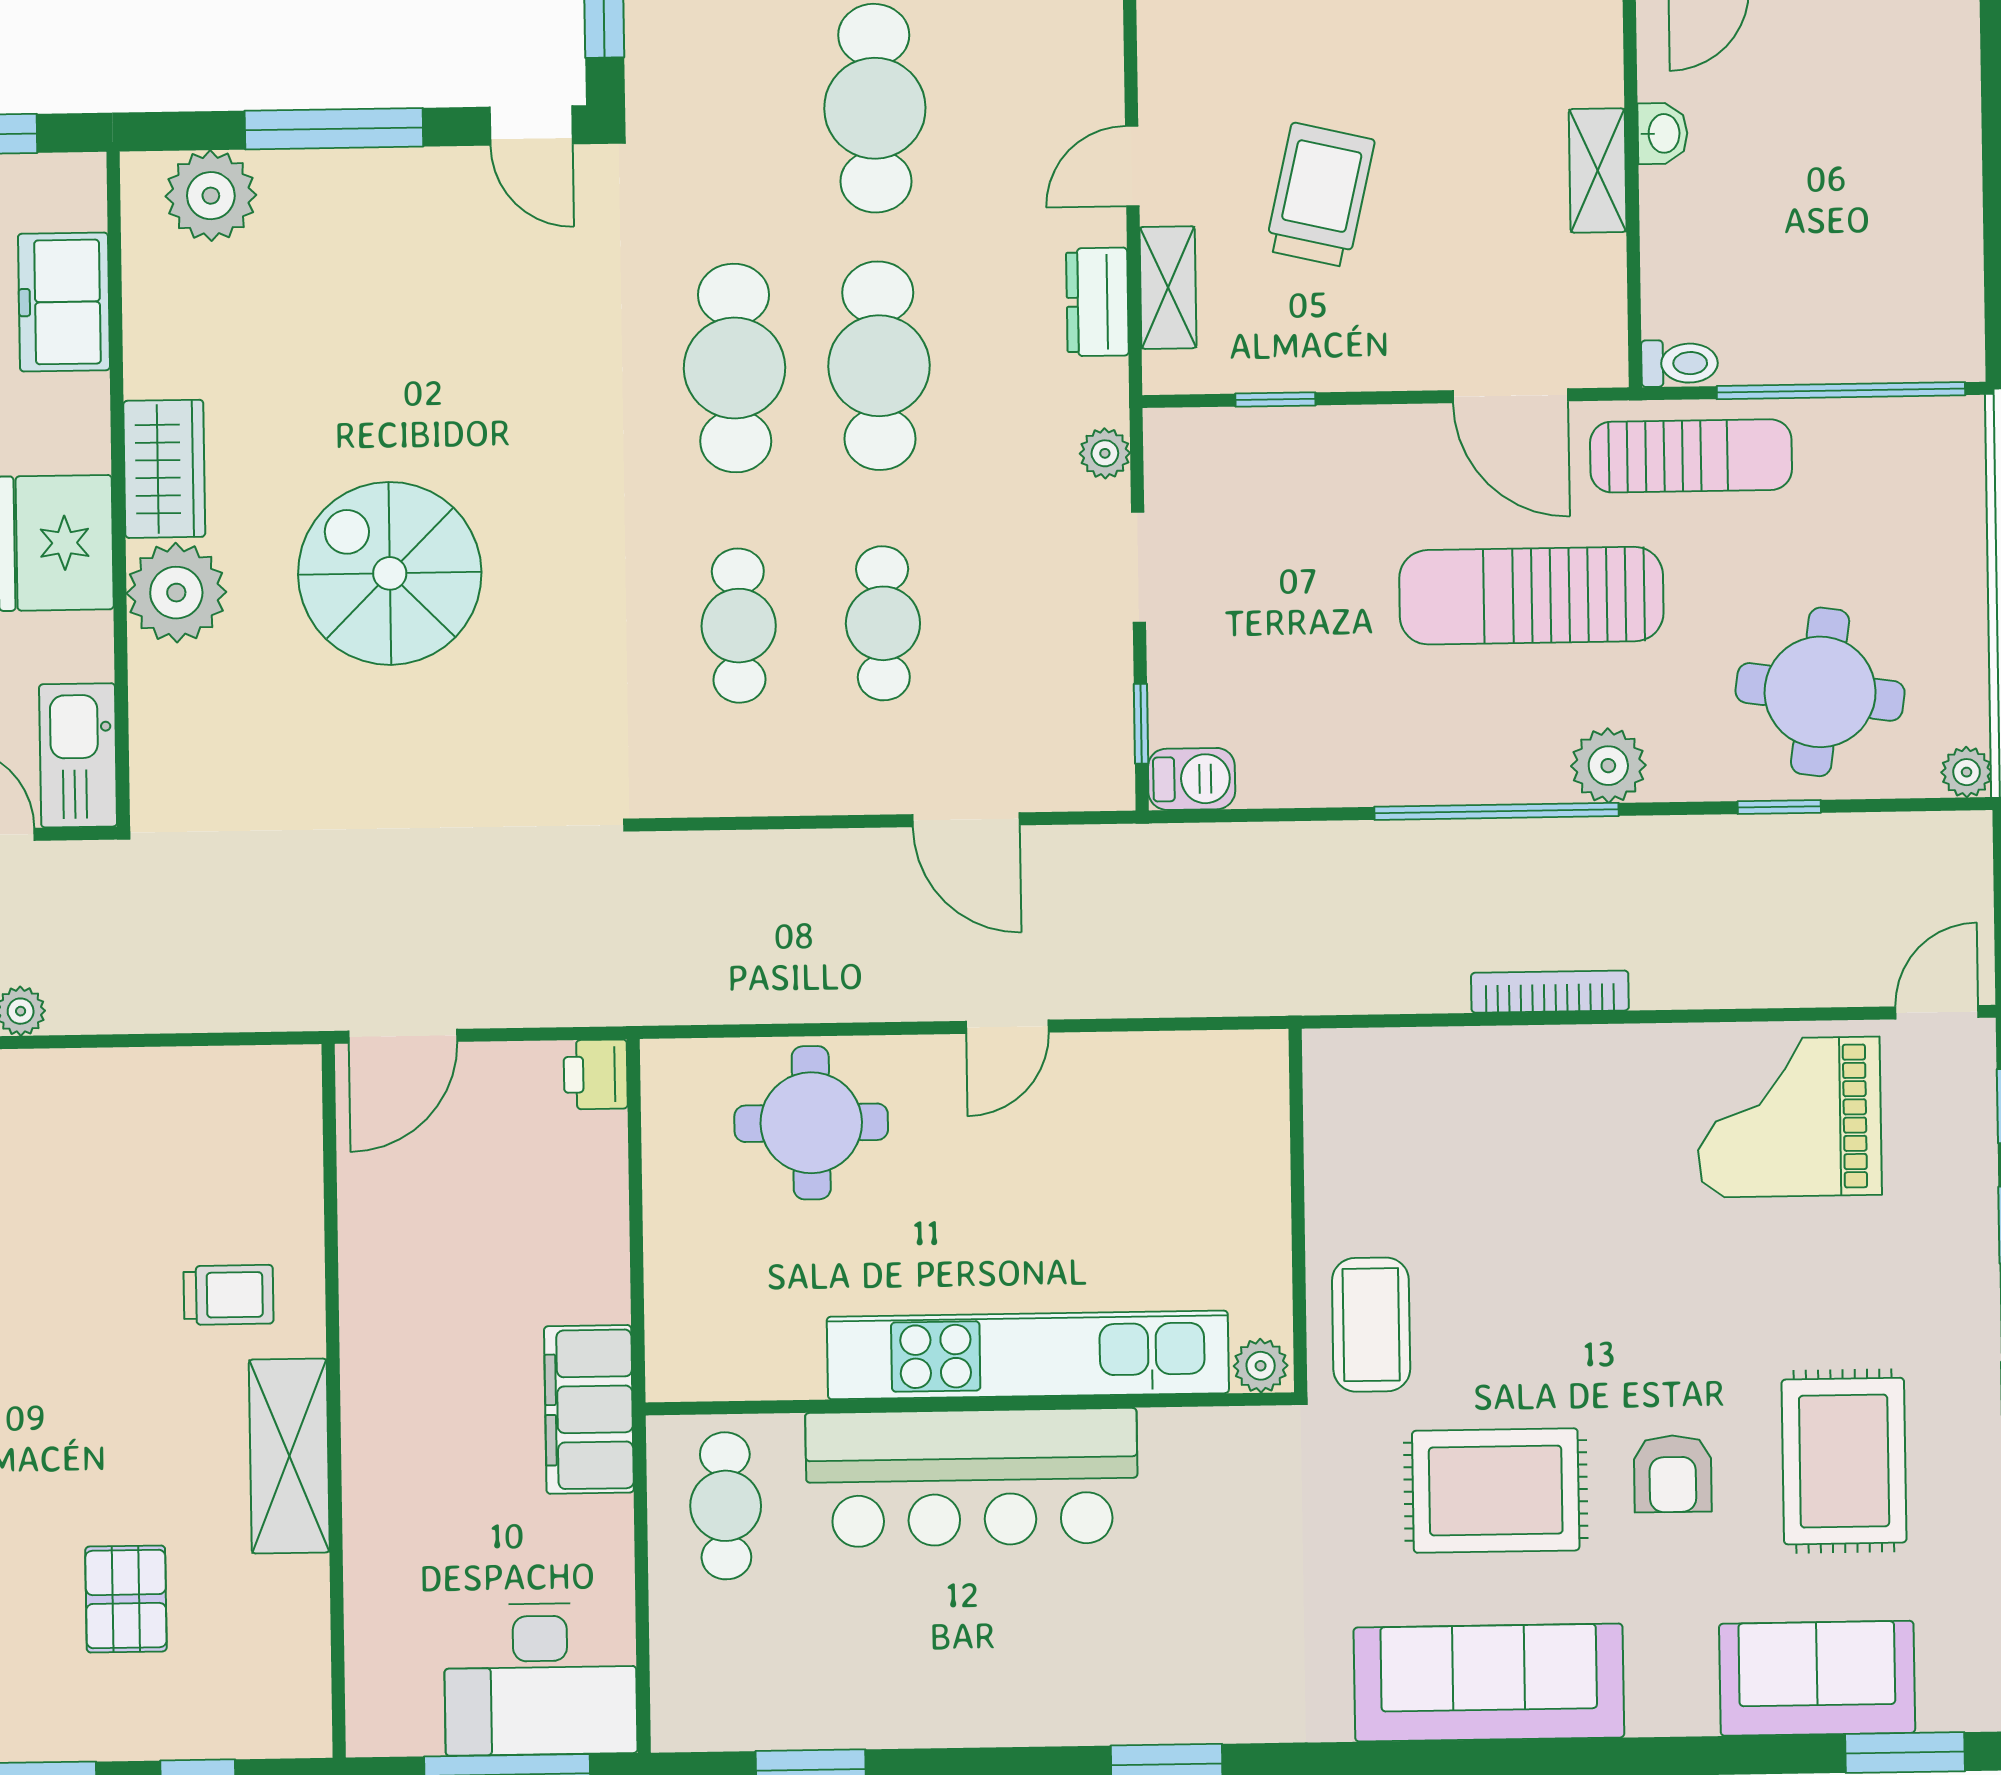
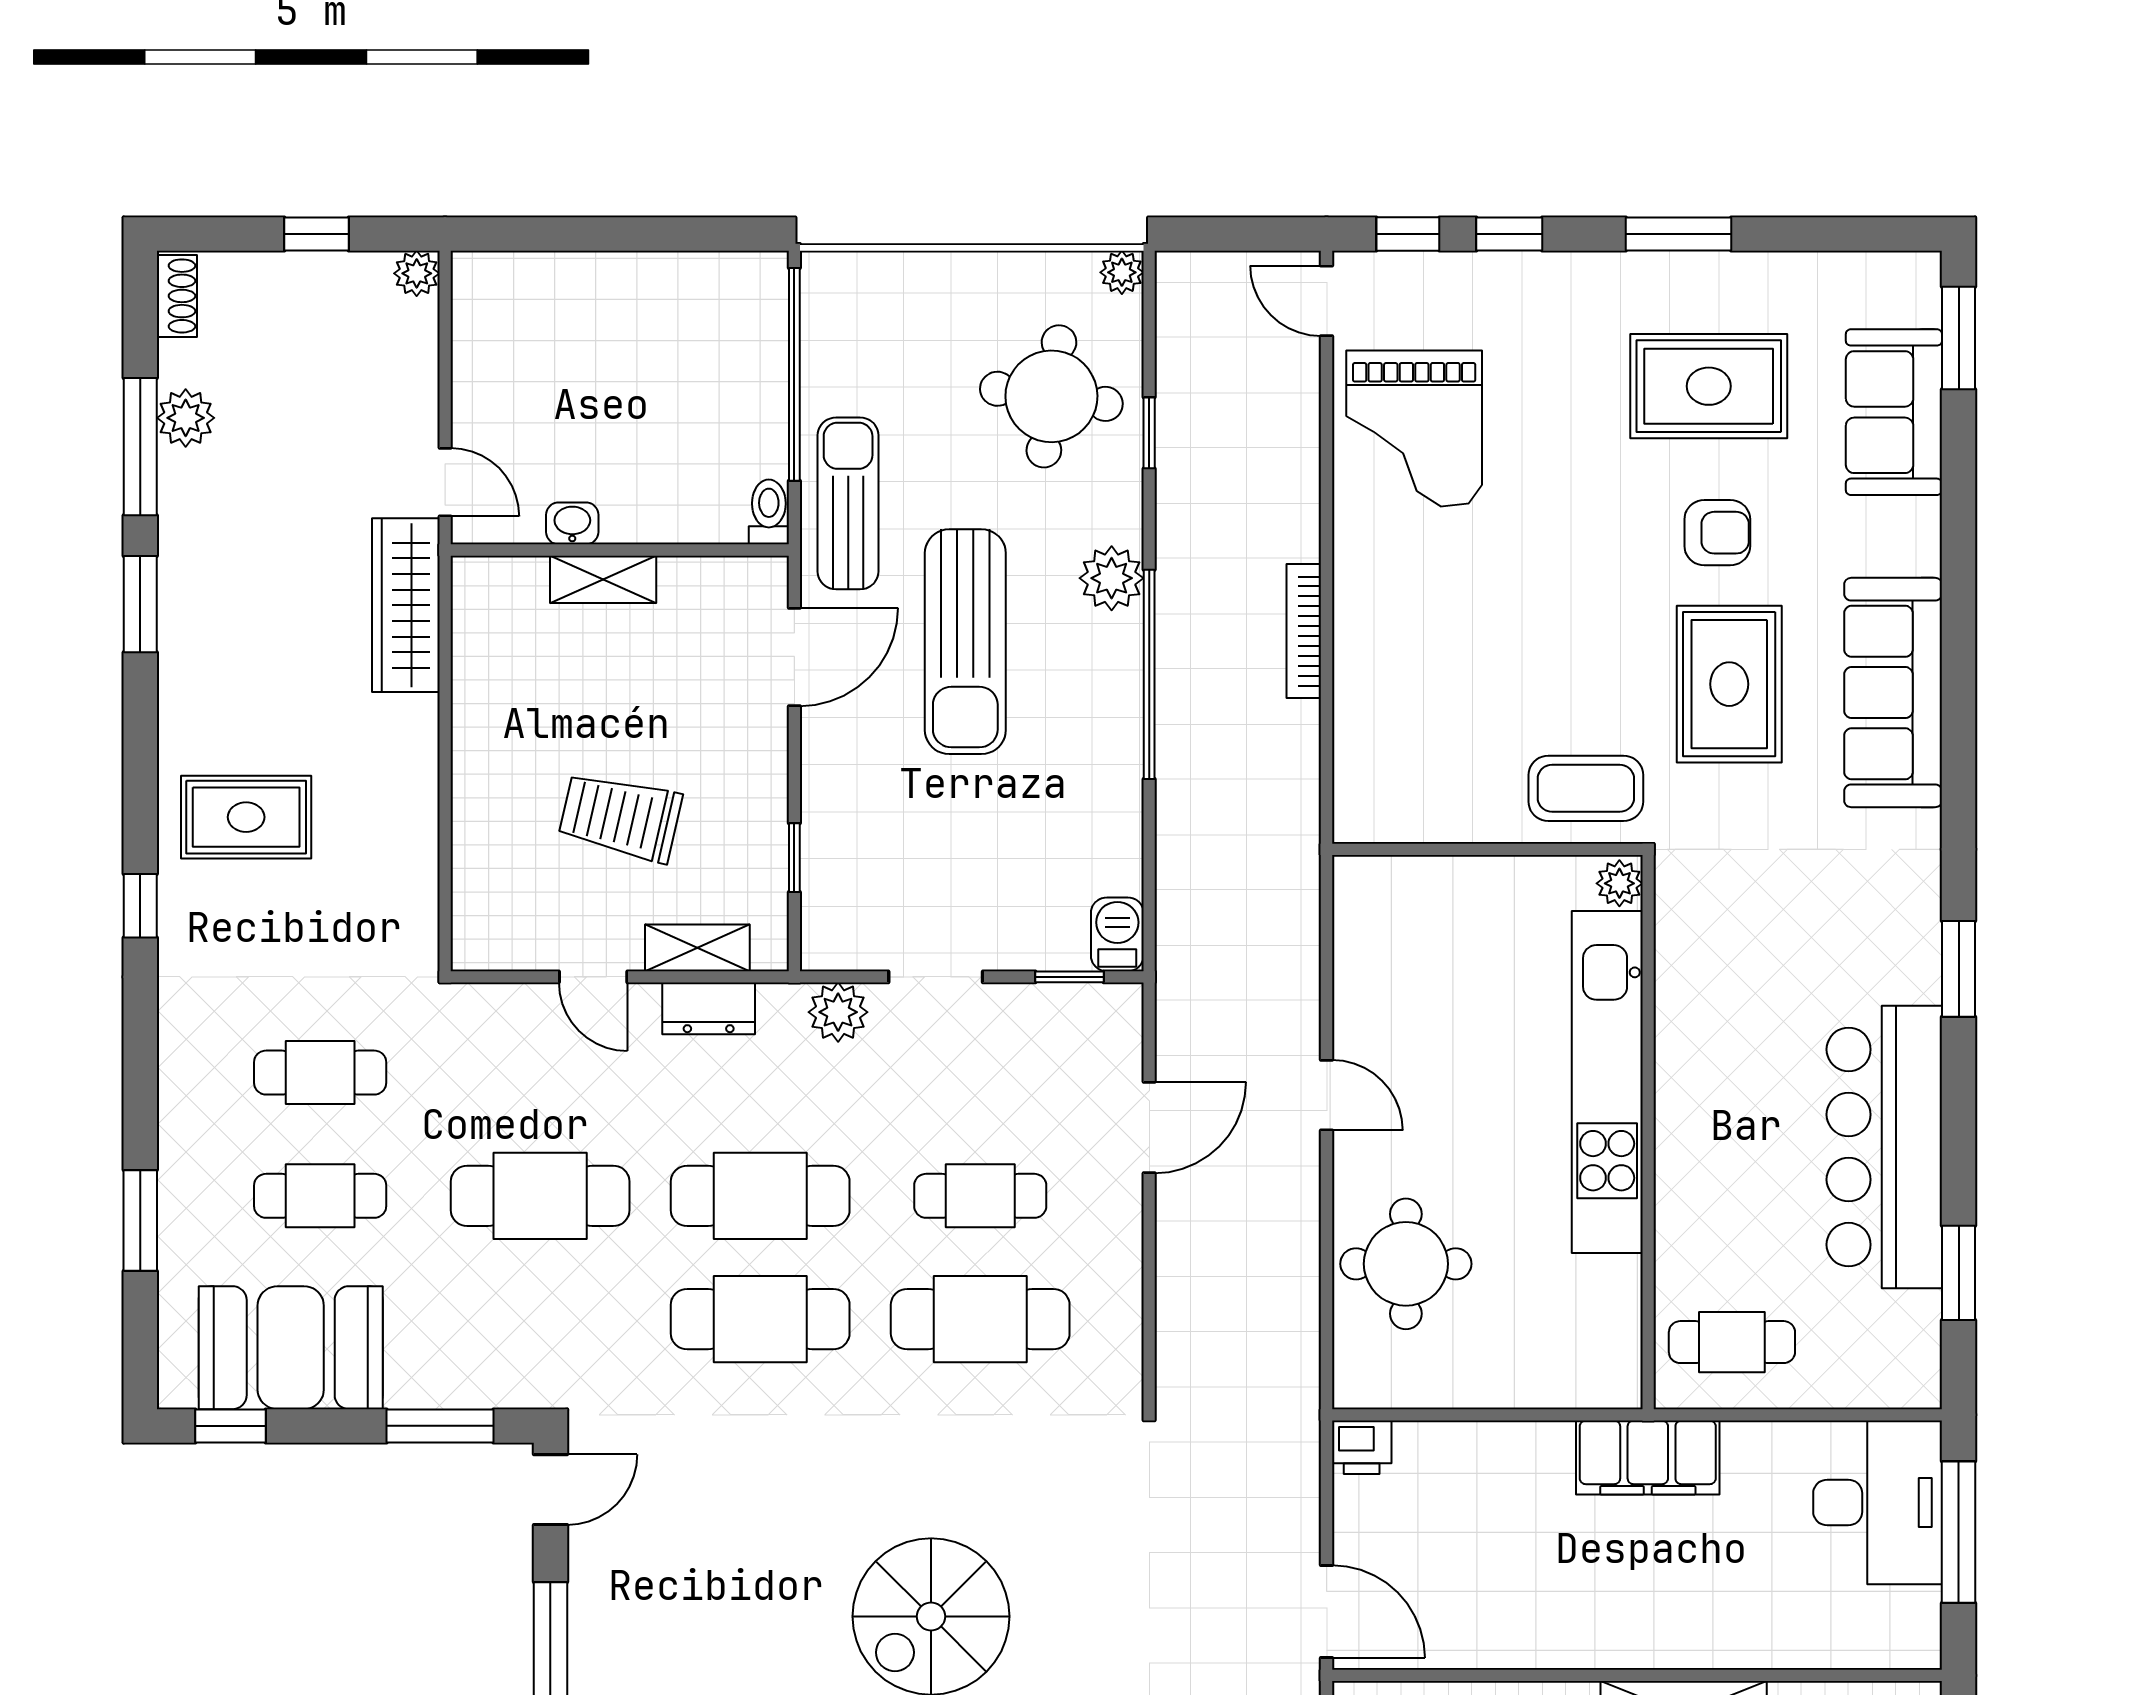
plant: (1105, 453) -> (838, 1012), width x1.38, depth x1.38
cafe table: (739, 626) -> (980, 1319), width x1.37, depth x1.35
bar counter: (972, 1478) -> (1884, 1147), moved, turned 180

